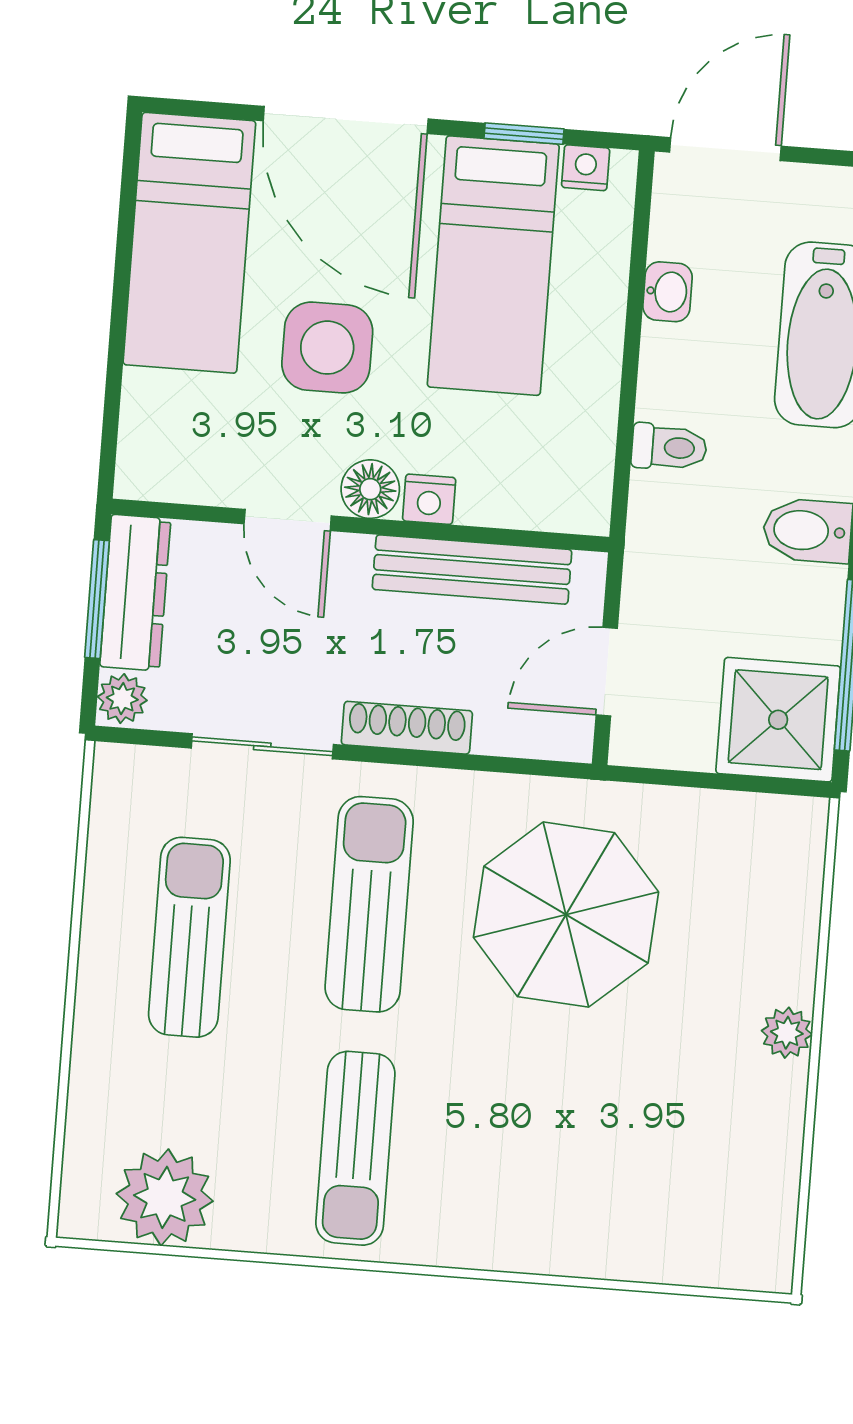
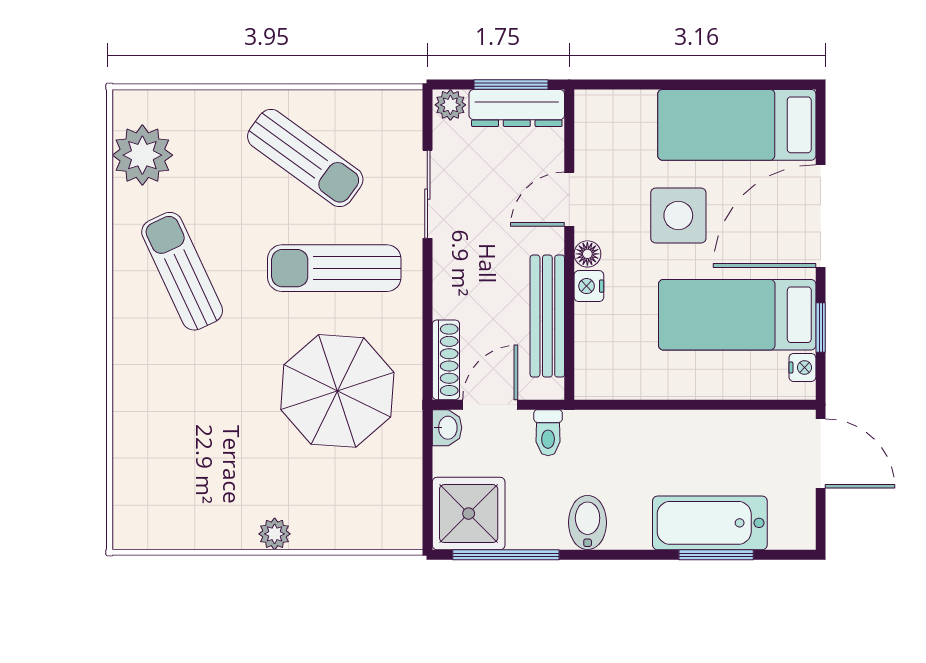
washbasin: (667, 292) -> (447, 428), moved, turned -90
toilet: (669, 447) -> (548, 433), moved
floor lamp: (370, 489) -> (587, 254), width x0.73, depth x0.73
door: (607, 672) -> (490, 405), hinge flipped
shoe rack: (407, 728) -> (446, 360), moved
sun lounger: (369, 904) -> (334, 268), turned 180
sun lounger: (189, 937) -> (305, 158), turned 36
sun lounger: (355, 1148) -> (182, 271), turned 65

